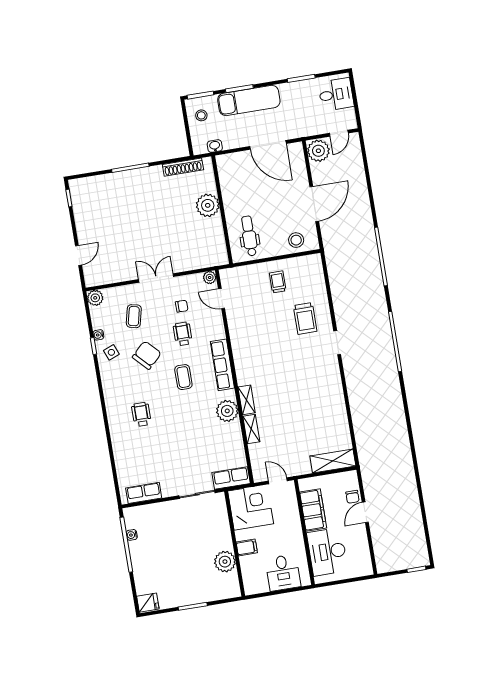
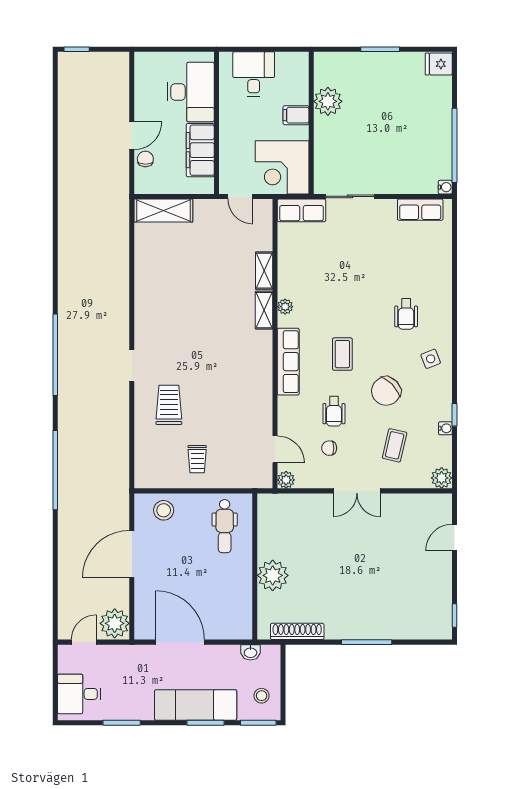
side table: (111, 352) -> (431, 359), moved
plant: (227, 411) -> (285, 307), width x0.53, depth x0.53
water cooler: (132, 535) -> (445, 187), moved

